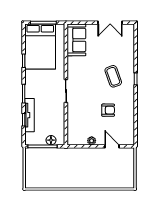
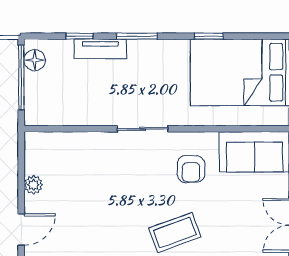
armchair: (108, 110) -> (191, 169), moved
tv unit: (30, 115) -> (100, 49), width x0.71
floor lamp: (51, 140) -> (35, 60), moved

